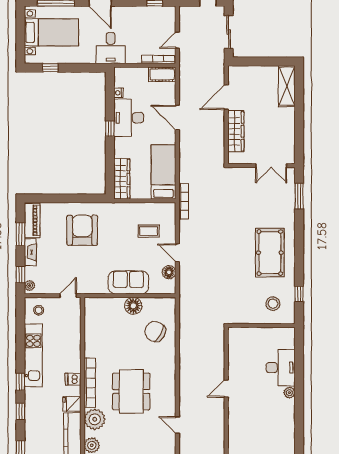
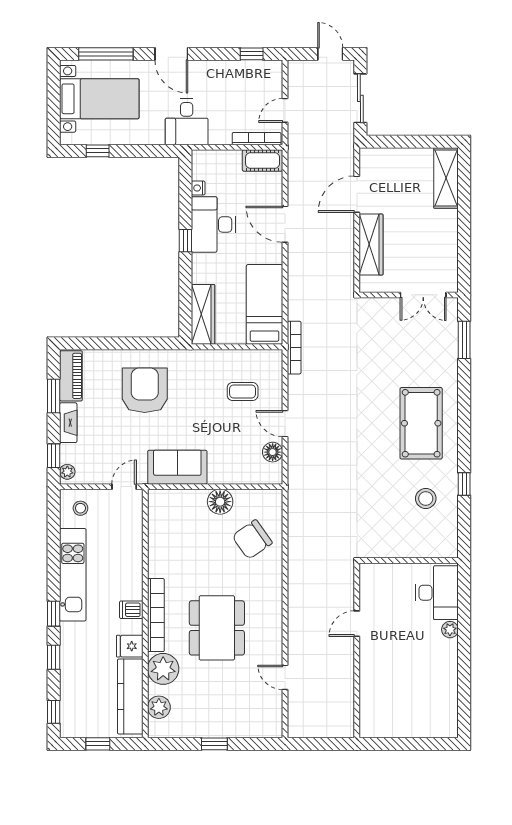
sofa: (128, 282) -> (177, 467), moved
wall: (261, 325) -> (409, 561), moved
chair: (155, 331) -> (252, 539), turned -64

